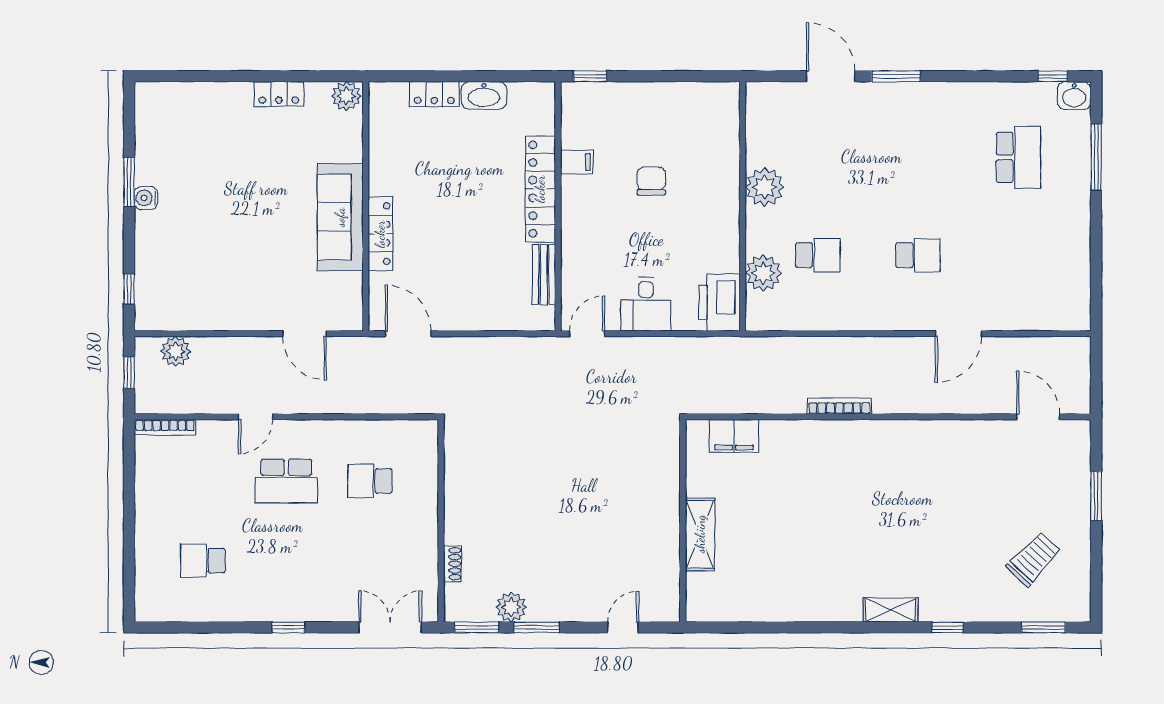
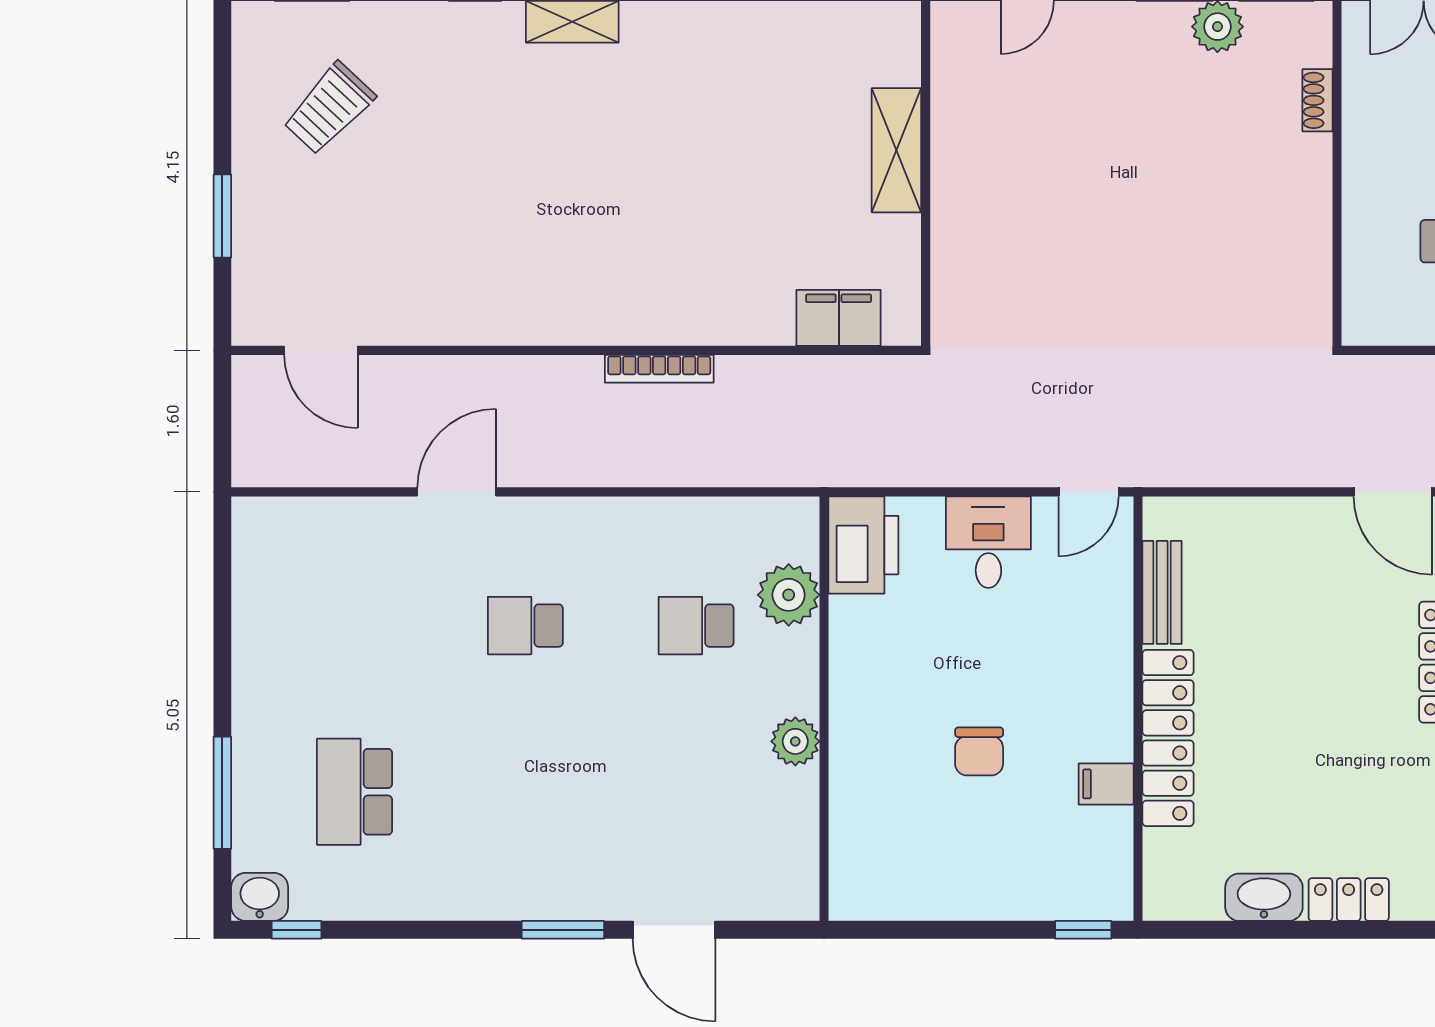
plant: (765, 187) -> (795, 741), width x0.73, depth x0.73

